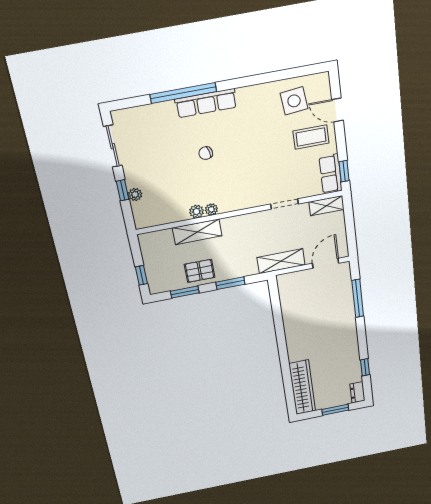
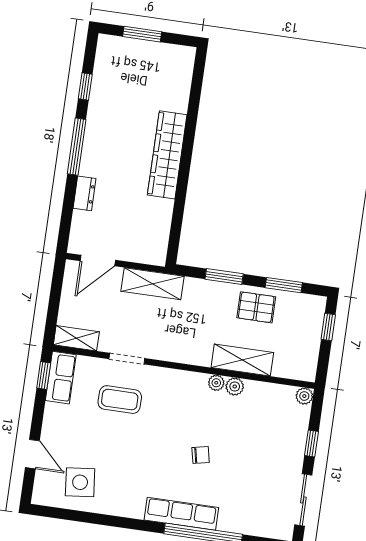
coffee table: (311, 137) -> (120, 400), moved
plant: (135, 195) -> (304, 396), moved
window: (358, 298) -> (77, 147), moved
wardrobe: (302, 387) -> (167, 155), moved
dresser: (357, 392) -> (85, 193), moved

